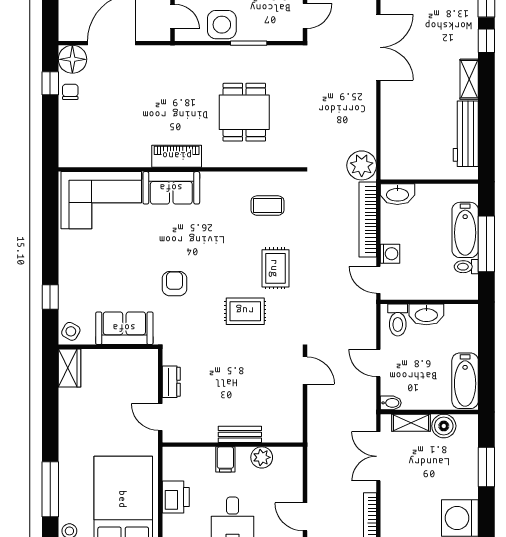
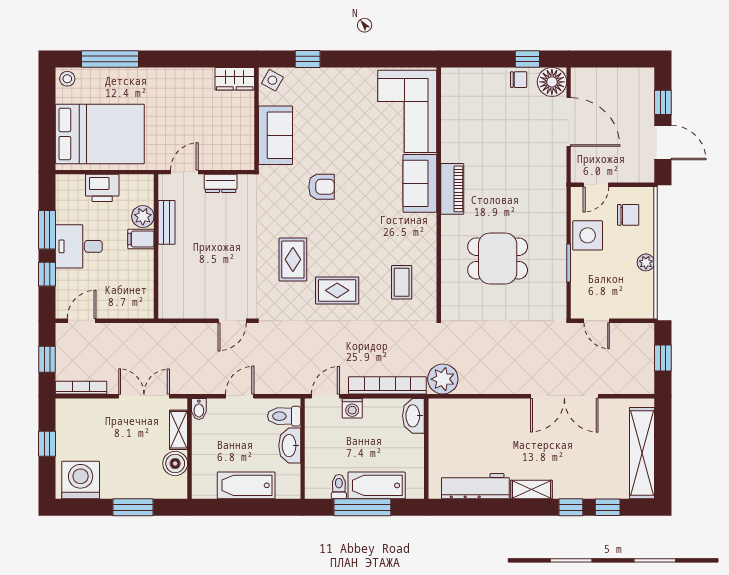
bathtub: (465, 381) -> (246, 485), moved
bench: (240, 434) -> (167, 222), moved
plant: (262, 457) -> (143, 216), moved

